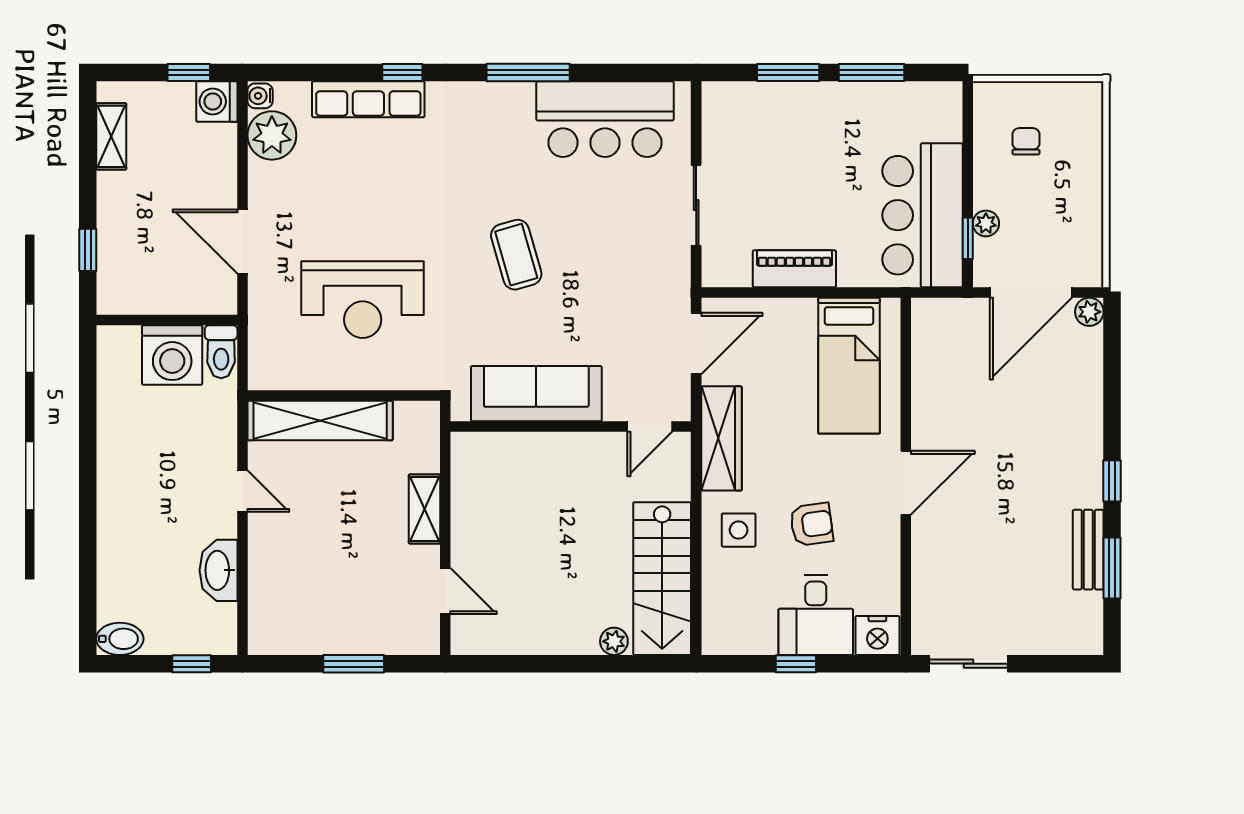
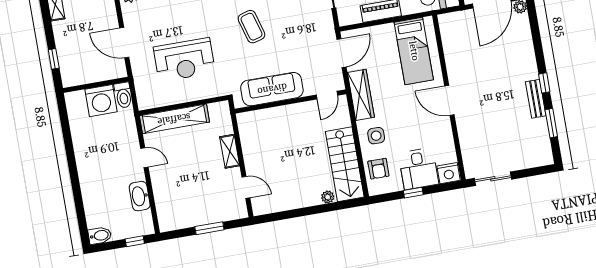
door: (906, 483) -> (449, 100), swing flipped
armchair: (812, 524) -> (378, 169), moved, turned 98
bench: (1088, 550) -> (536, 99), moved

